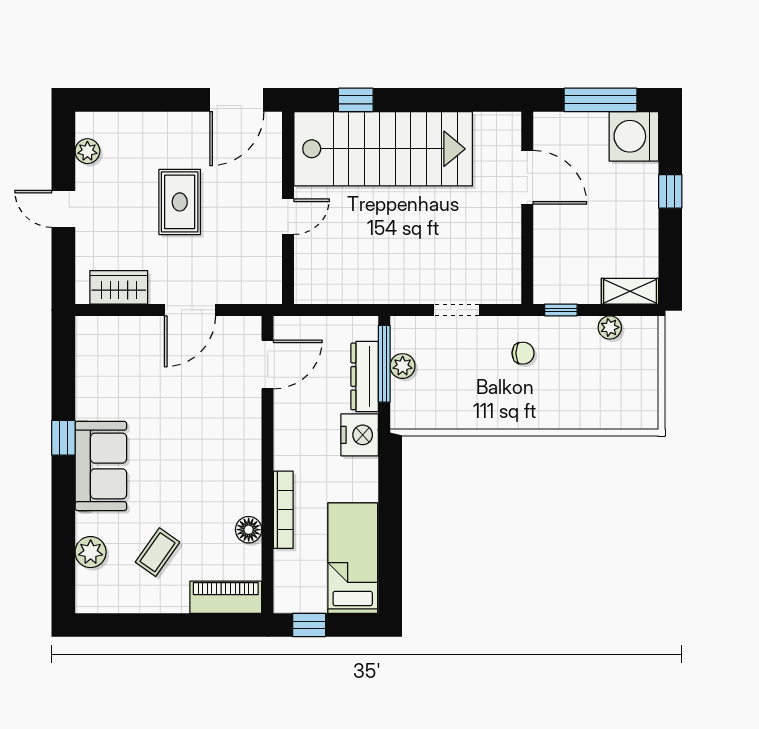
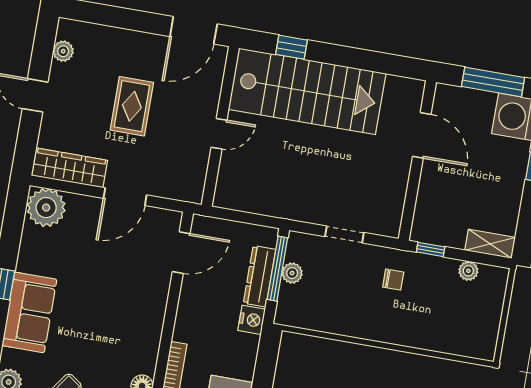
wardrobe: (119, 287) -> (70, 168), width x1.50
plant: (99, 339) -> (46, 208), added
nightstand: (360, 435) -> (252, 320), width x0.74, depth x0.75

